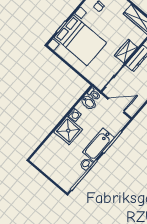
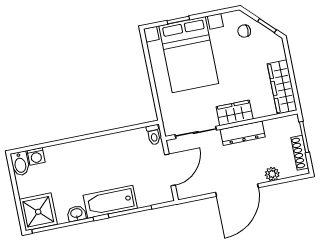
bidet: (89, 102) -> (20, 164), moved
door: (116, 105) -> (170, 170), hinge flipped
washing machine: (75, 115) -> (36, 156), moved
shower: (68, 131) -> (38, 212), moved

